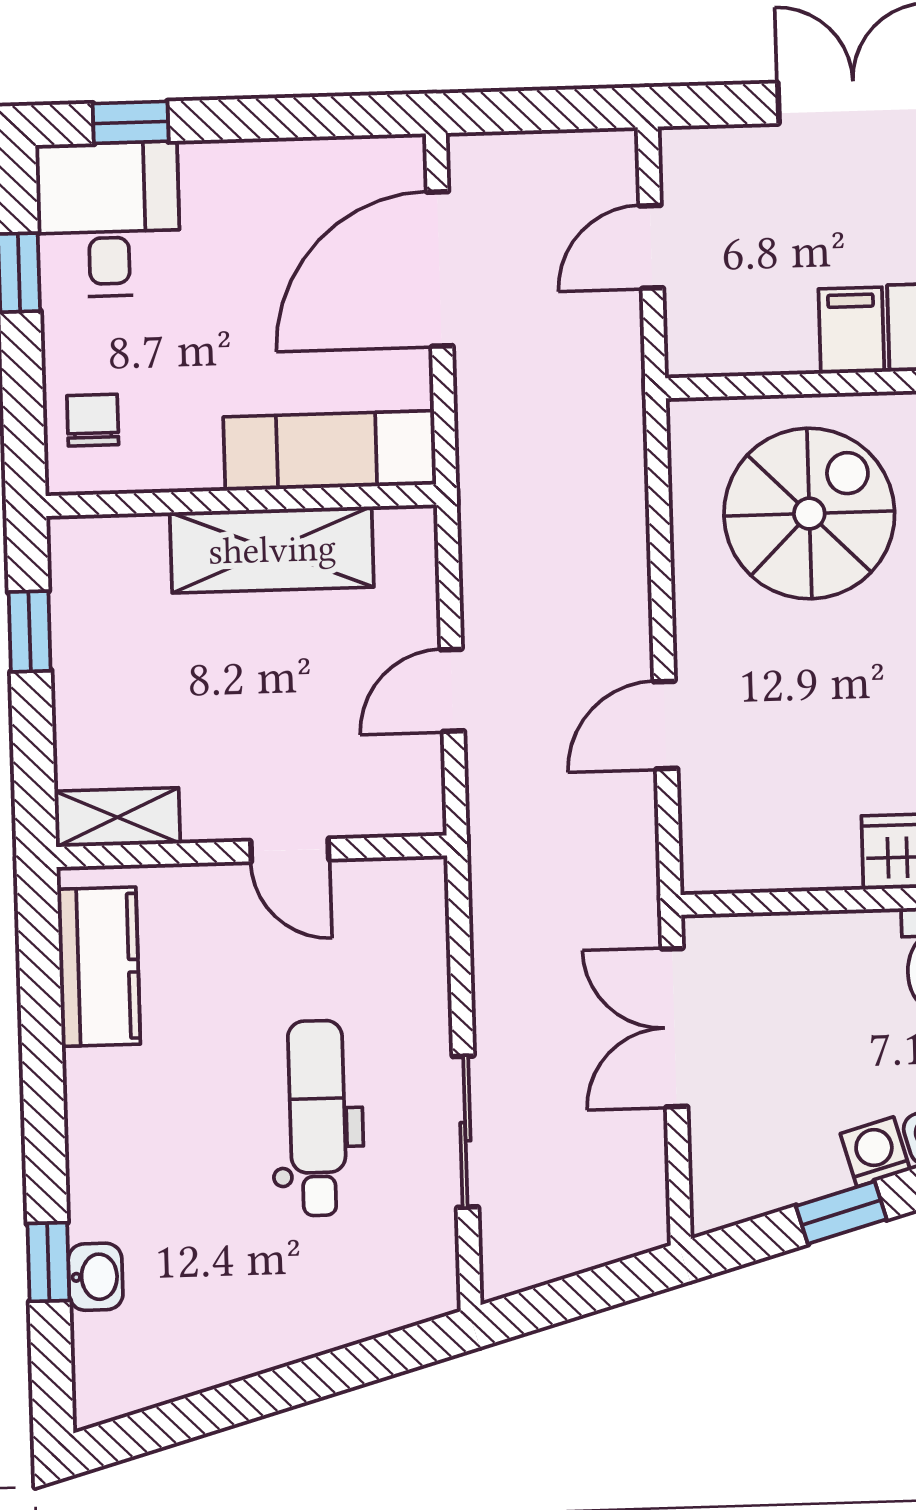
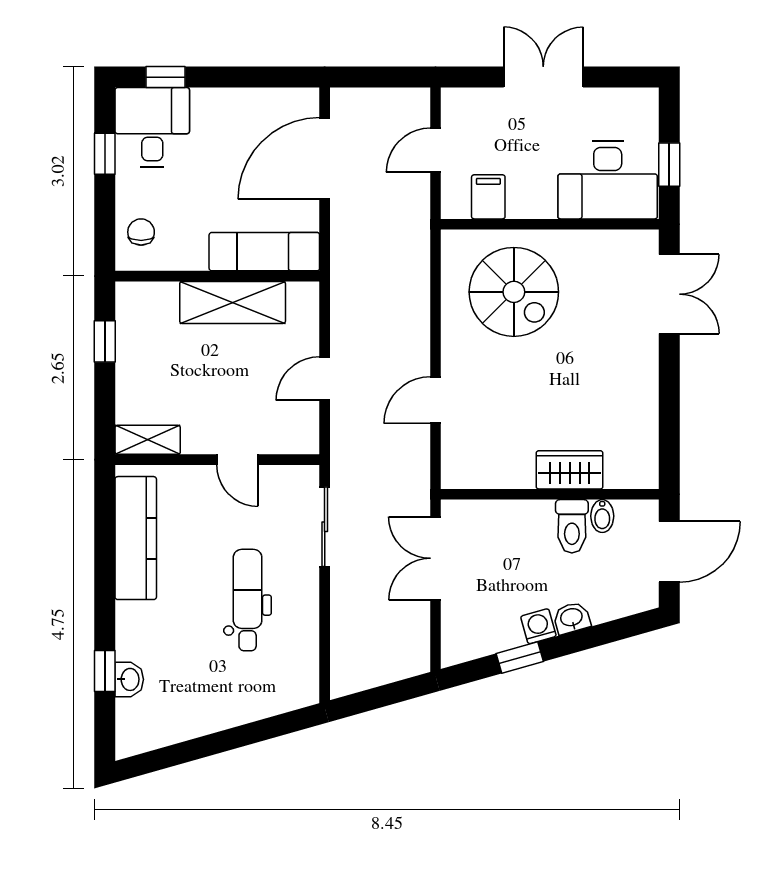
filing cabinet: (851, 330) -> (488, 197), moved
spiral stairs: (809, 514) -> (514, 292), turned 90
kitchen counter: (99, 967) -> (136, 538), width x1.50
sliding door: (465, 1132) -> (325, 527), moved

